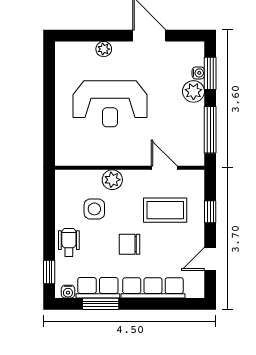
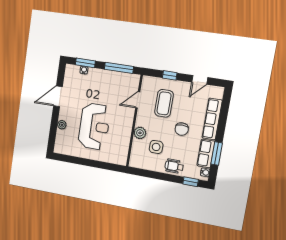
plant: (193, 91) -> (94, 75), removed
door: (210, 259) -> (200, 80), hinge flipped

